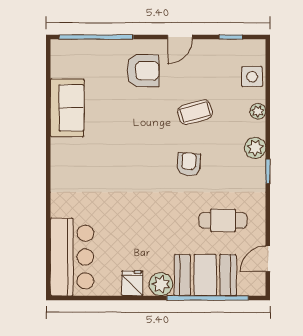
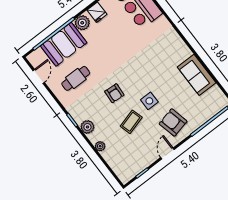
armchair: (143, 71) -> (173, 122), turned 77
side table: (252, 77) -> (149, 101), moved

